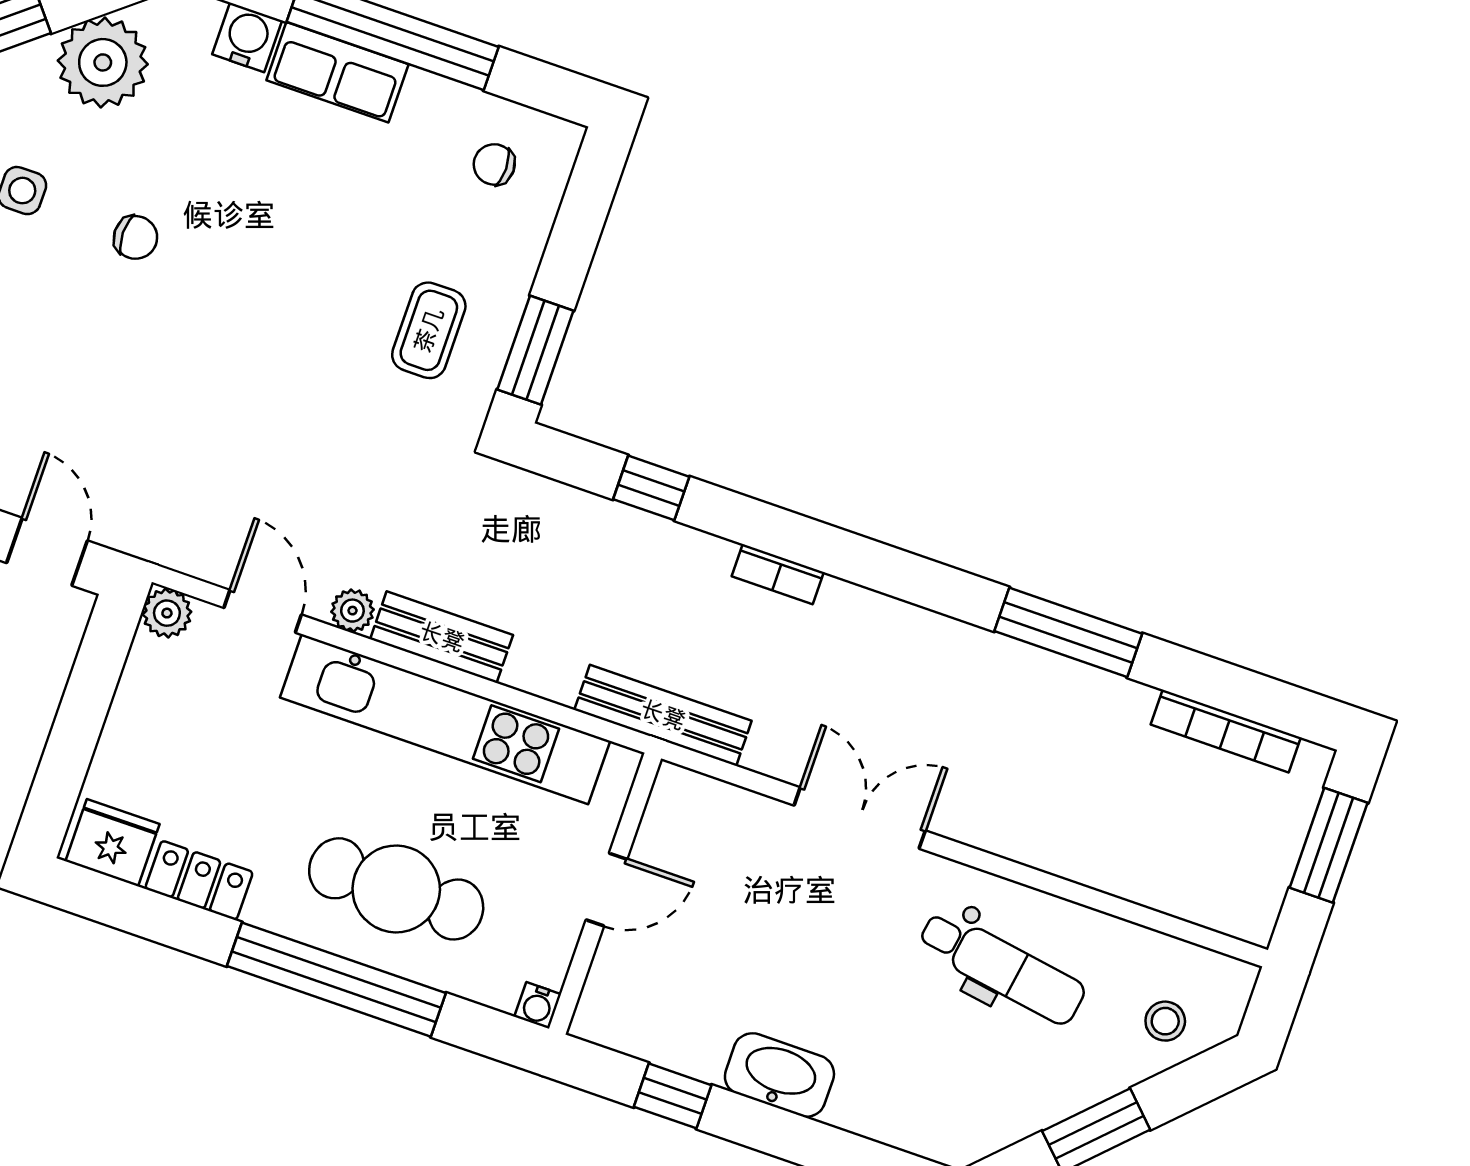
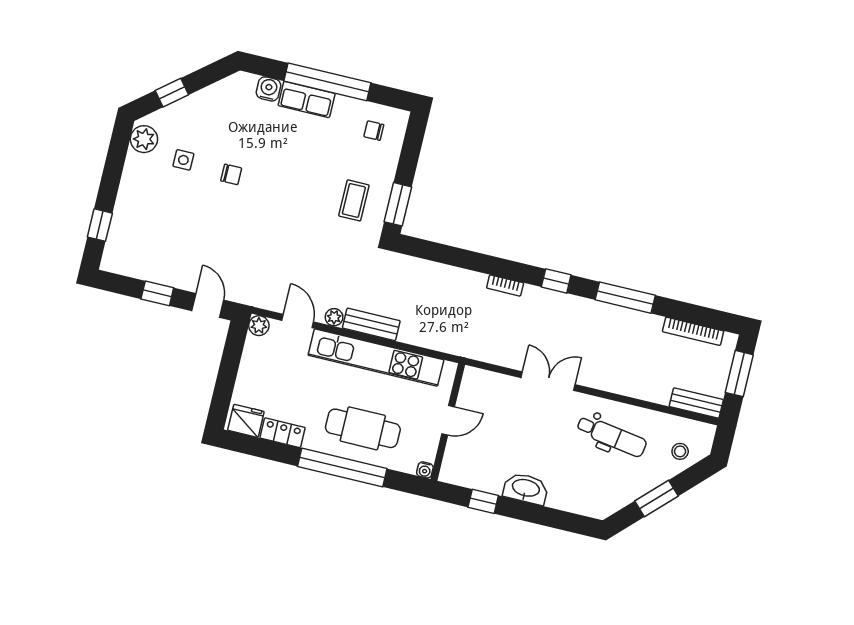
plant: (103, 62) -> (211, 105), removed
window: (651, 488) -> (556, 281), moved
bench: (663, 715) -> (696, 403), moved, width x0.73

